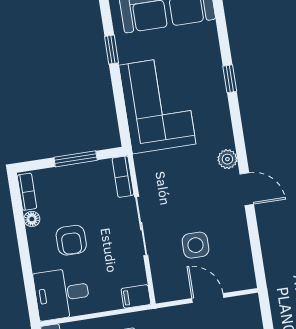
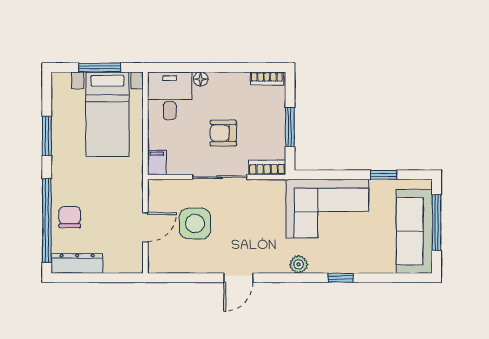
plant: (227, 159) -> (299, 264), moved
floor lamp: (32, 219) -> (201, 79), moved
armchair: (71, 240) -> (223, 133), moved
side table: (195, 245) -> (195, 223), width x1.37, depth x1.37

